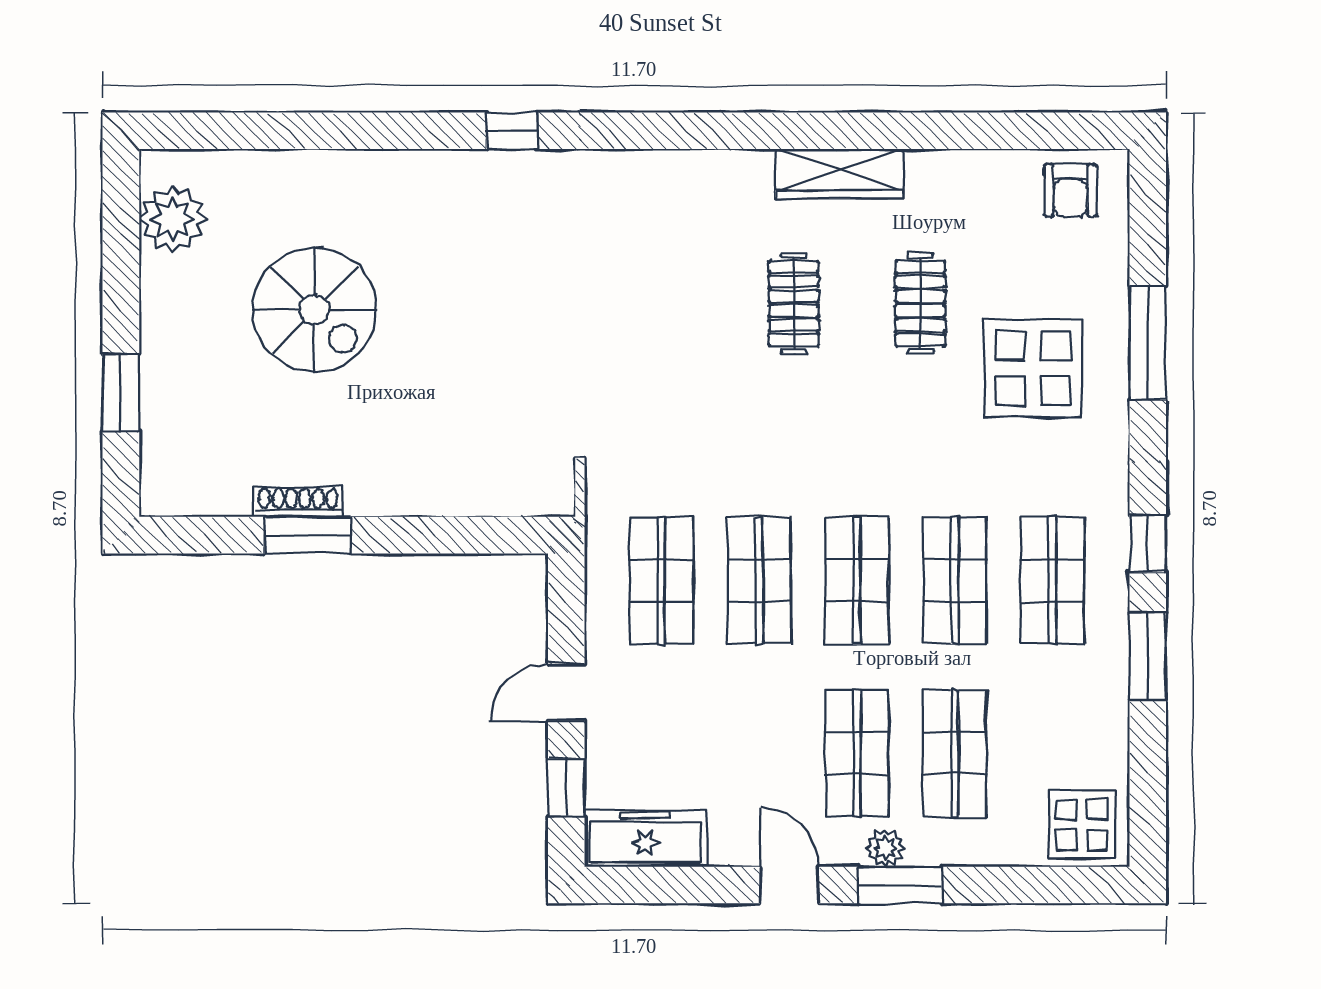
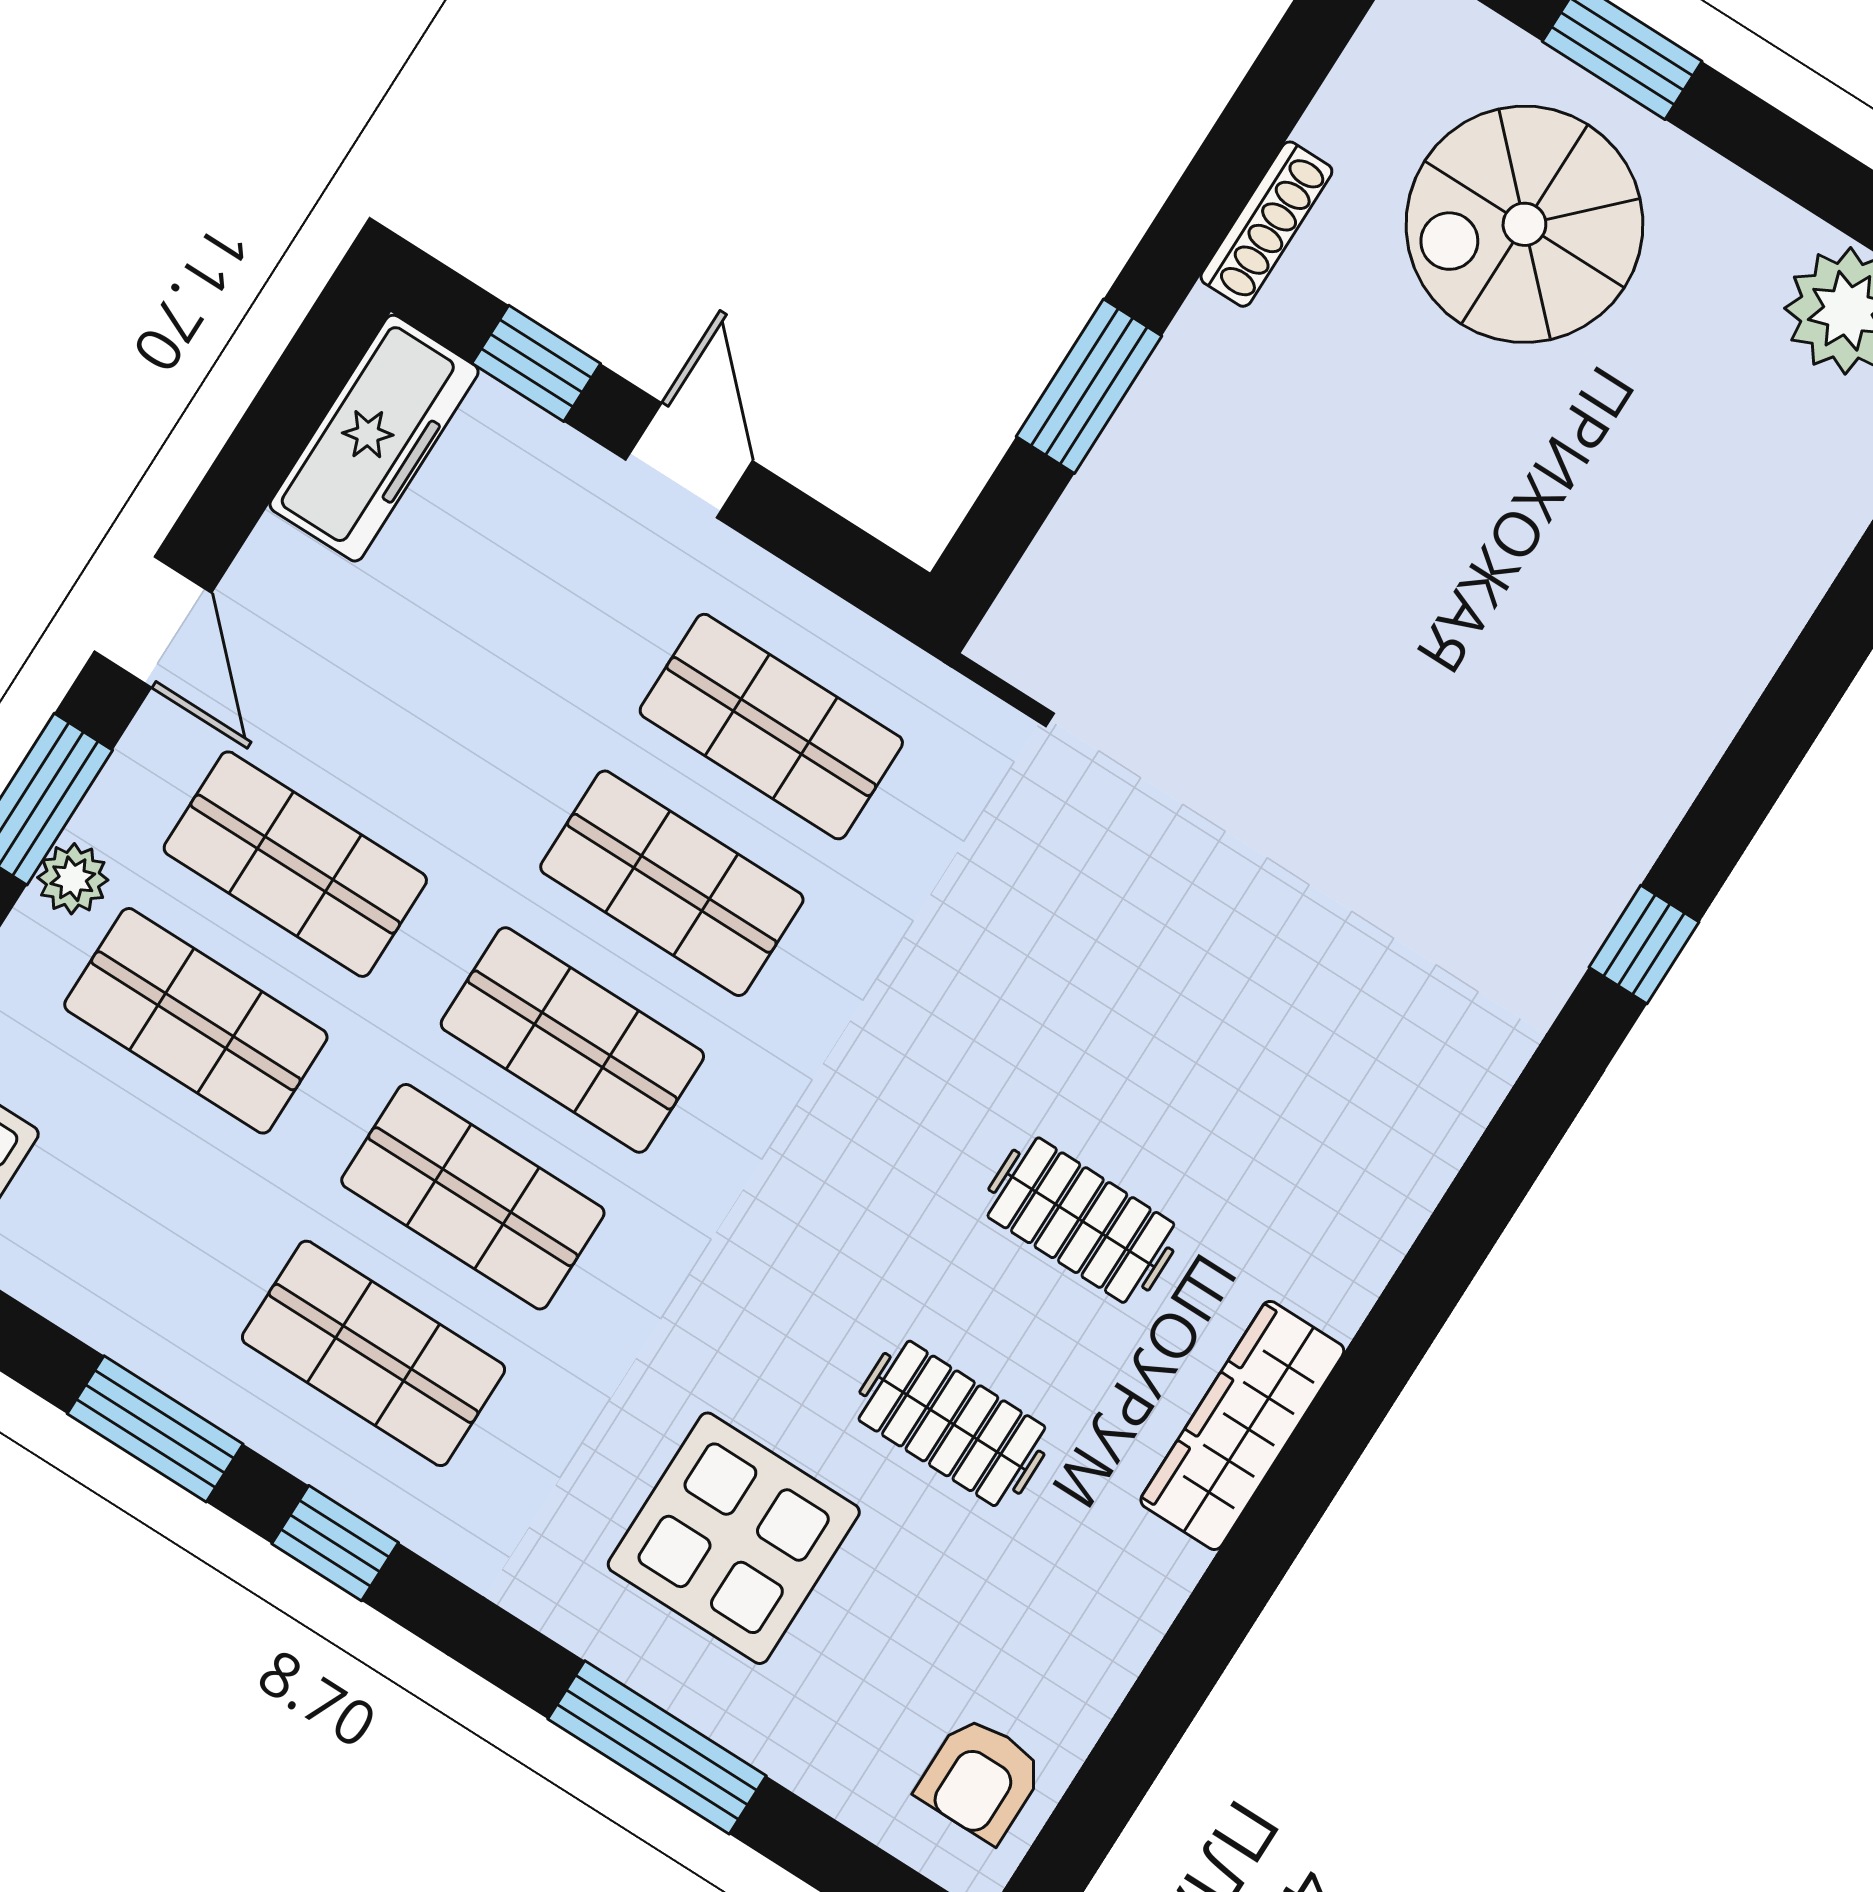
armchair: (1071, 190) -> (980, 1779), turned -90
spiral stairs: (314, 310) -> (1524, 224), moved
window: (308, 535) -> (1089, 386), moved
plant: (885, 848) -> (73, 879), moved
door: (789, 885) -> (153, 622), hinge flipped

